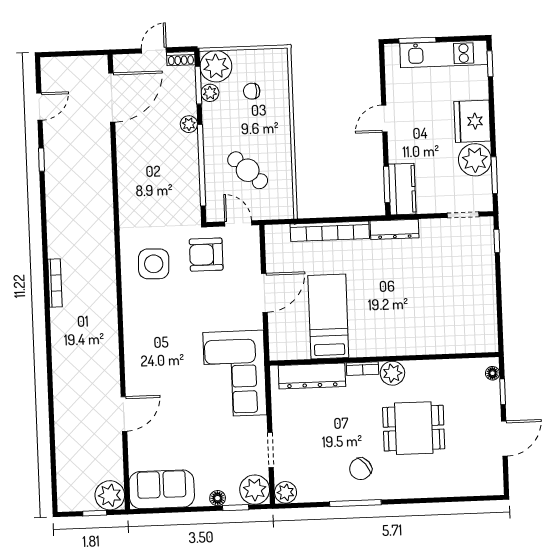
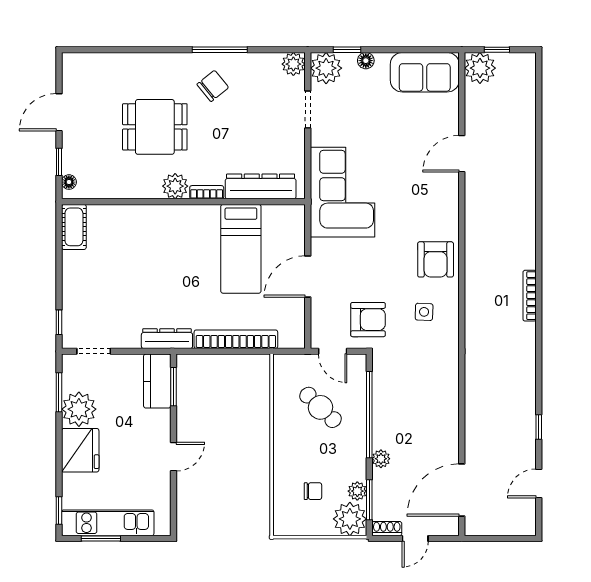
window: (417, 40) -> (101, 538), moved
side table: (154, 264) -> (424, 312), width x0.54, depth x0.54
armchair: (145, 314) -> (436, 259), added
cot: (486, 331) -> (74, 227), added

